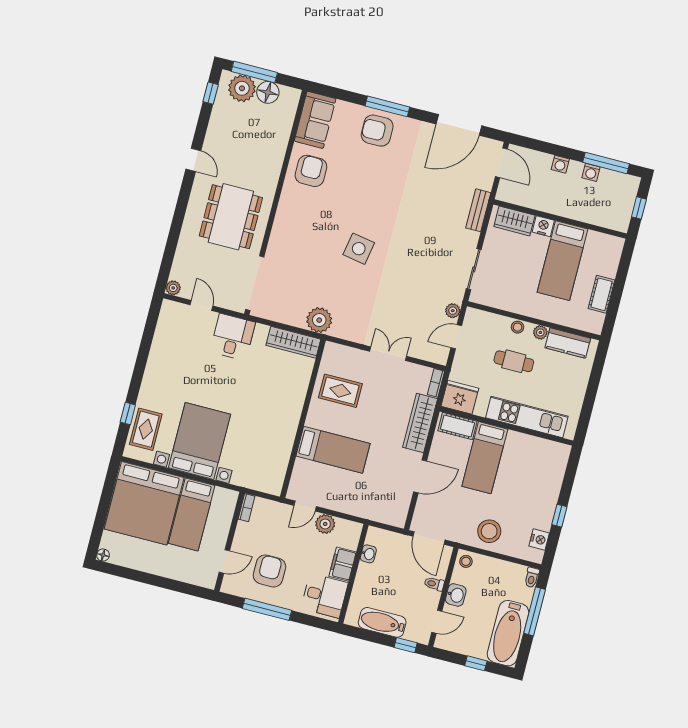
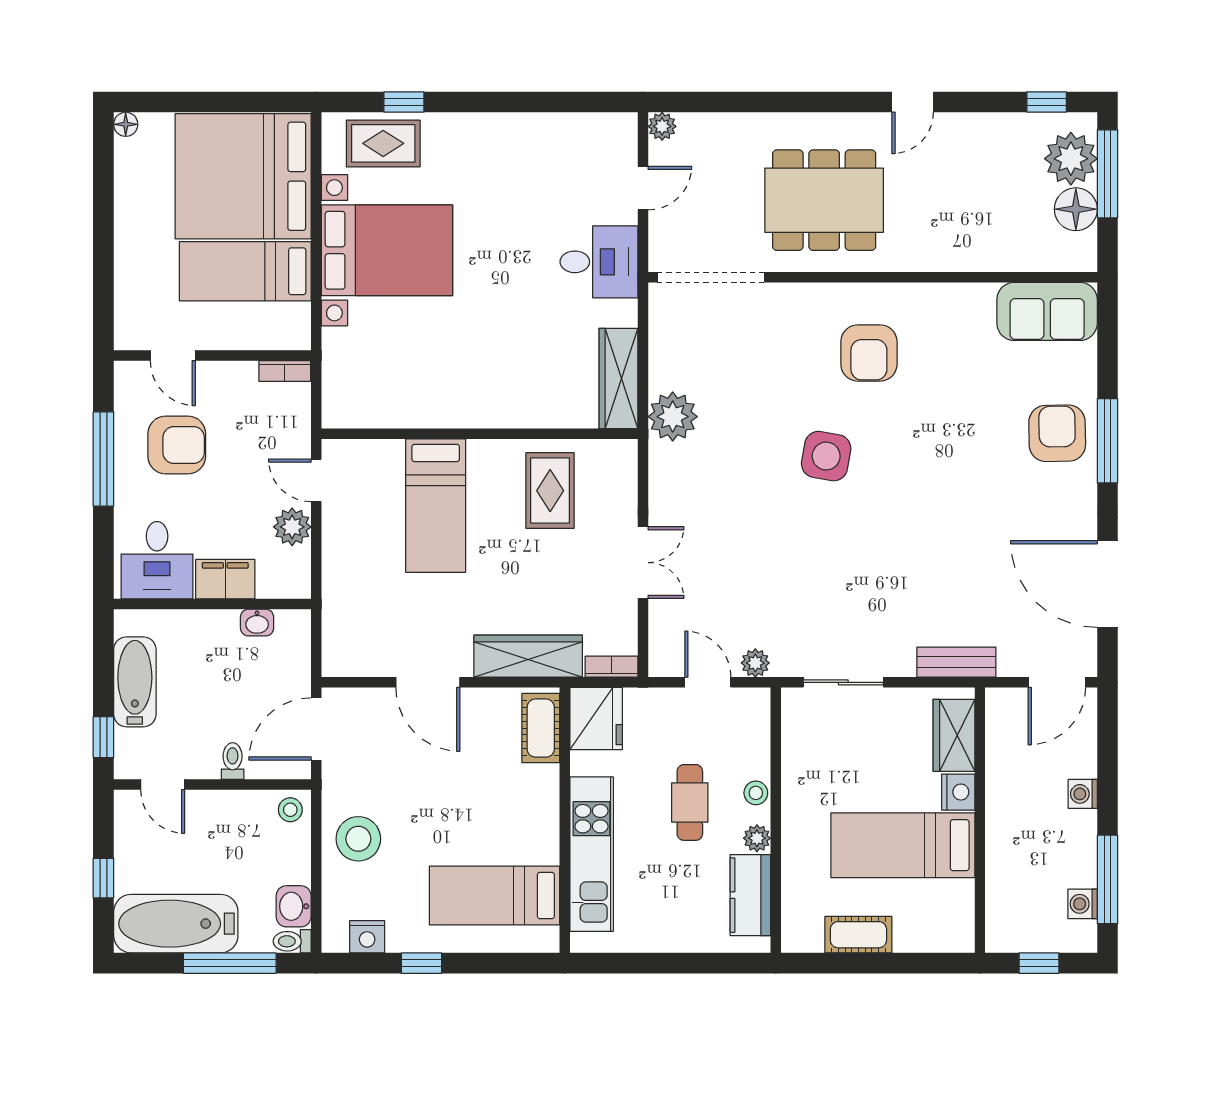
armchair: (311, 171) -> (869, 353), moved, turned 90
washing machine: (591, 172) -> (1083, 904), moved
bed: (485, 458) -> (494, 896), moved
washbasin: (456, 595) -> (294, 906), moved, turned 90

